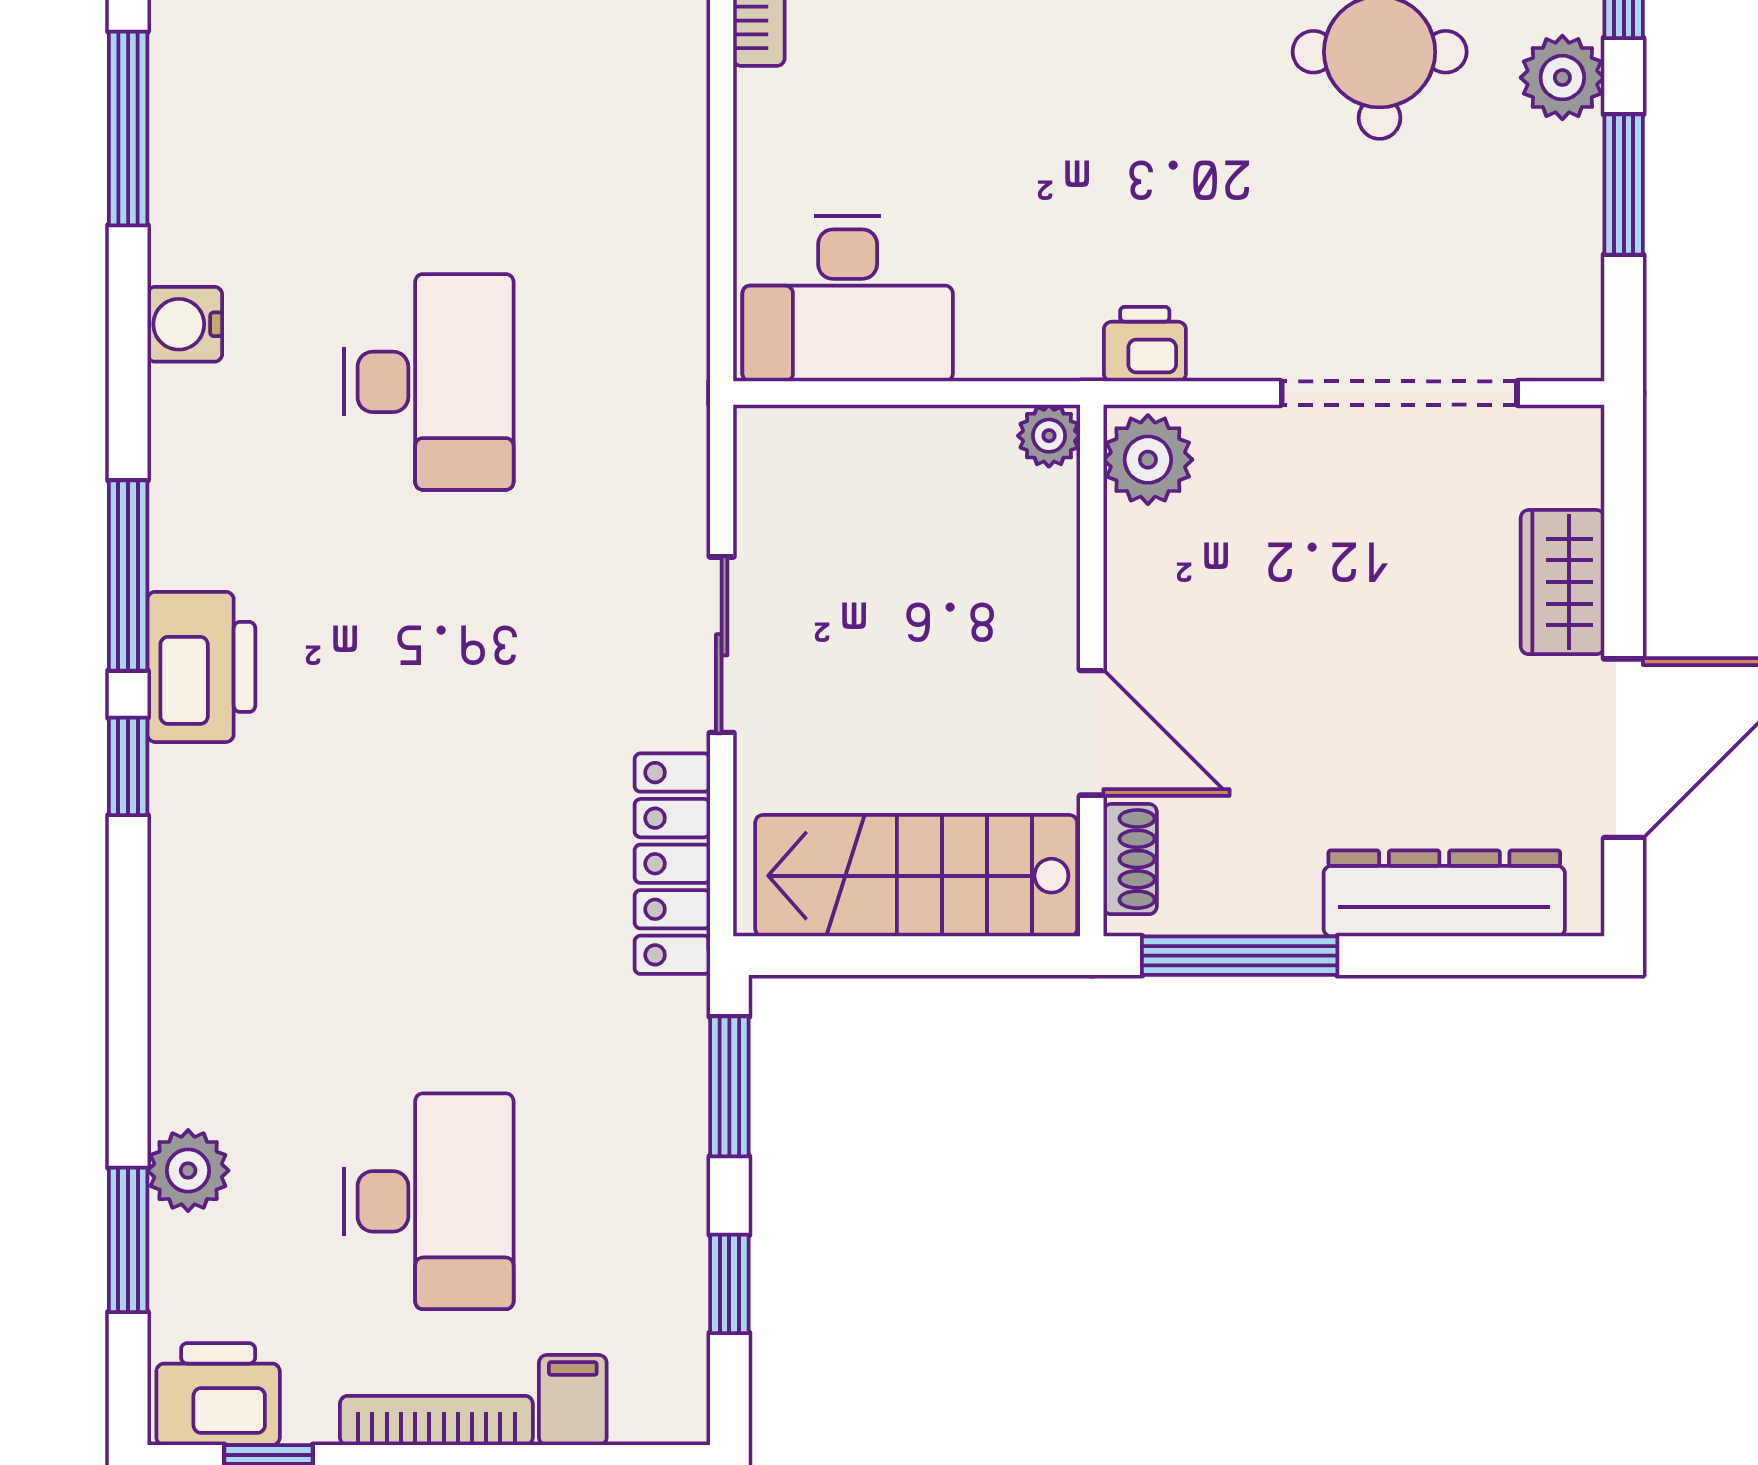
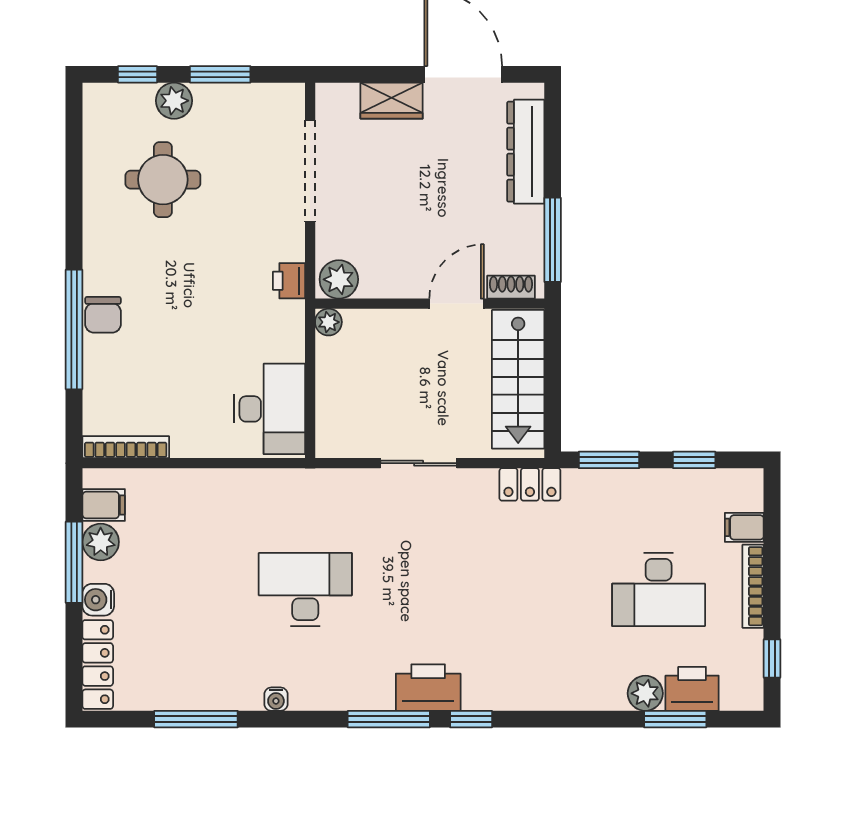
water cooler: (185, 324) -> (276, 699), width x0.72, depth x0.72
locker: (672, 864) -> (530, 484), width x0.66
desk: (429, 1201) -> (659, 589), turned 180
printer: (218, 1394) -> (692, 689), moved, turned 90

